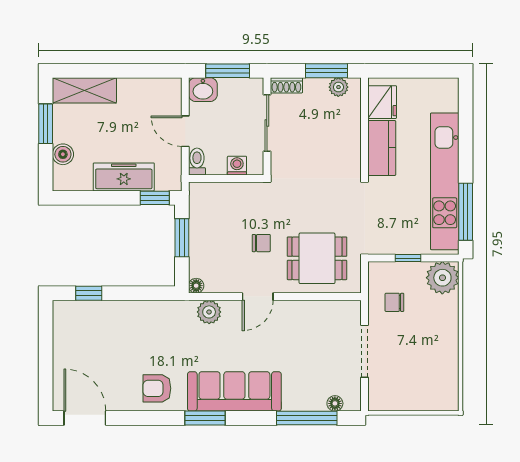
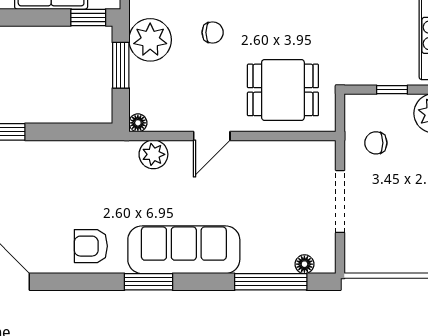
plant: (206, 217) -> (150, 40), added
chair: (261, 243) -> (213, 32), moved

